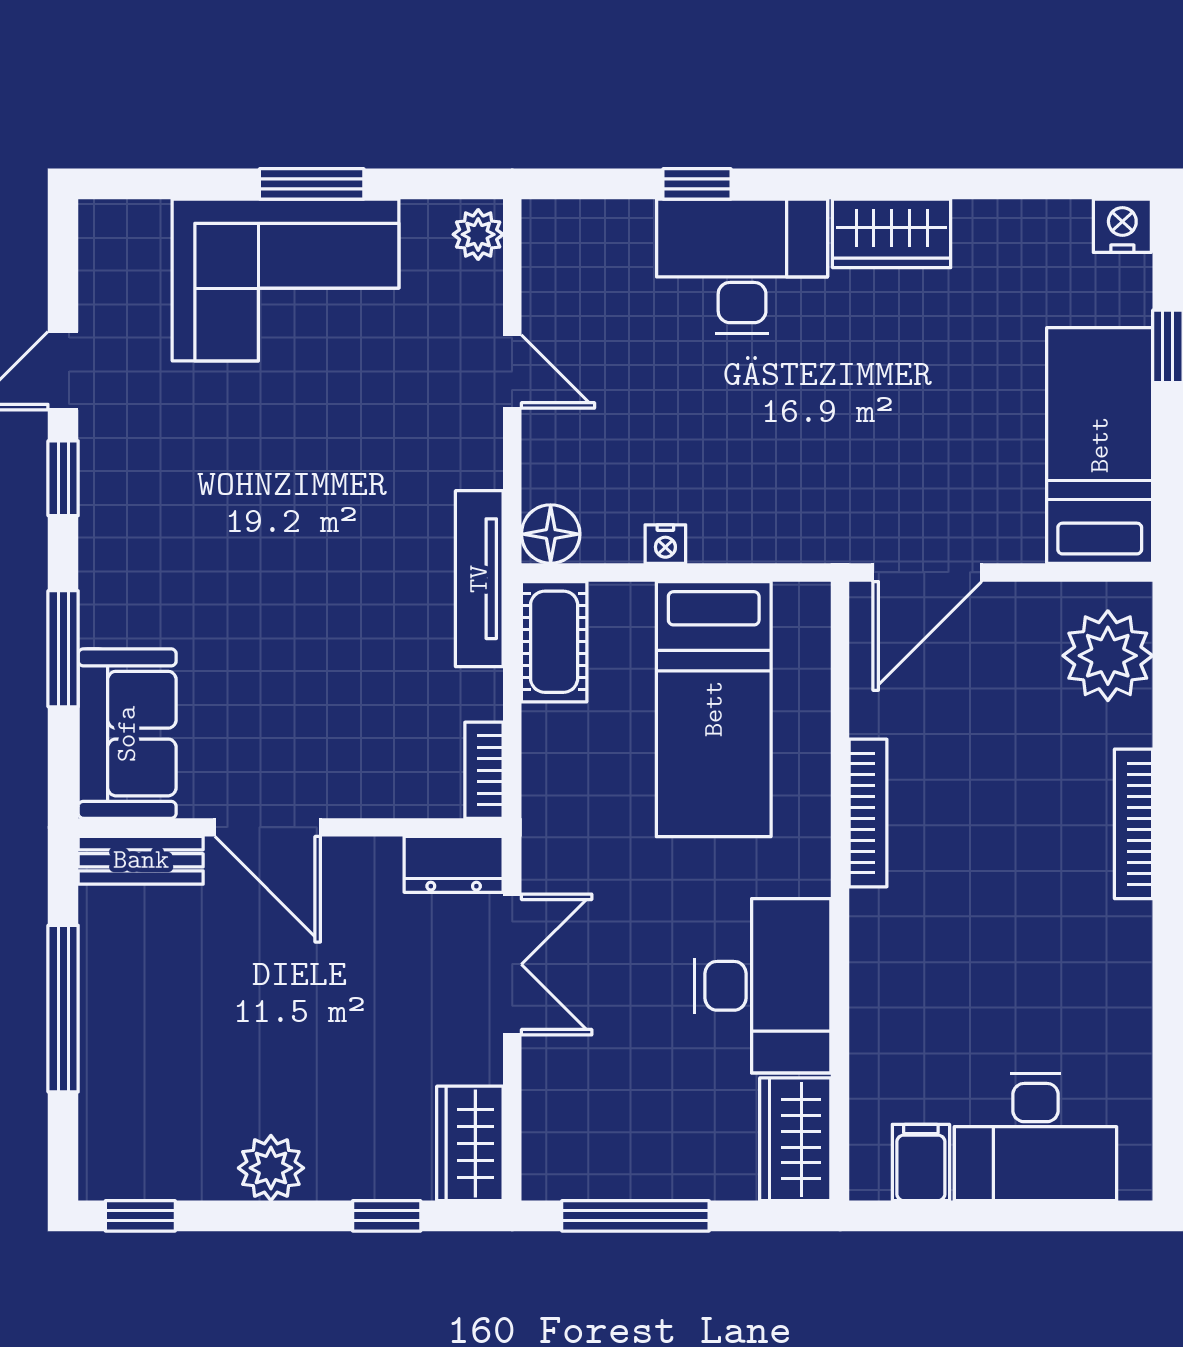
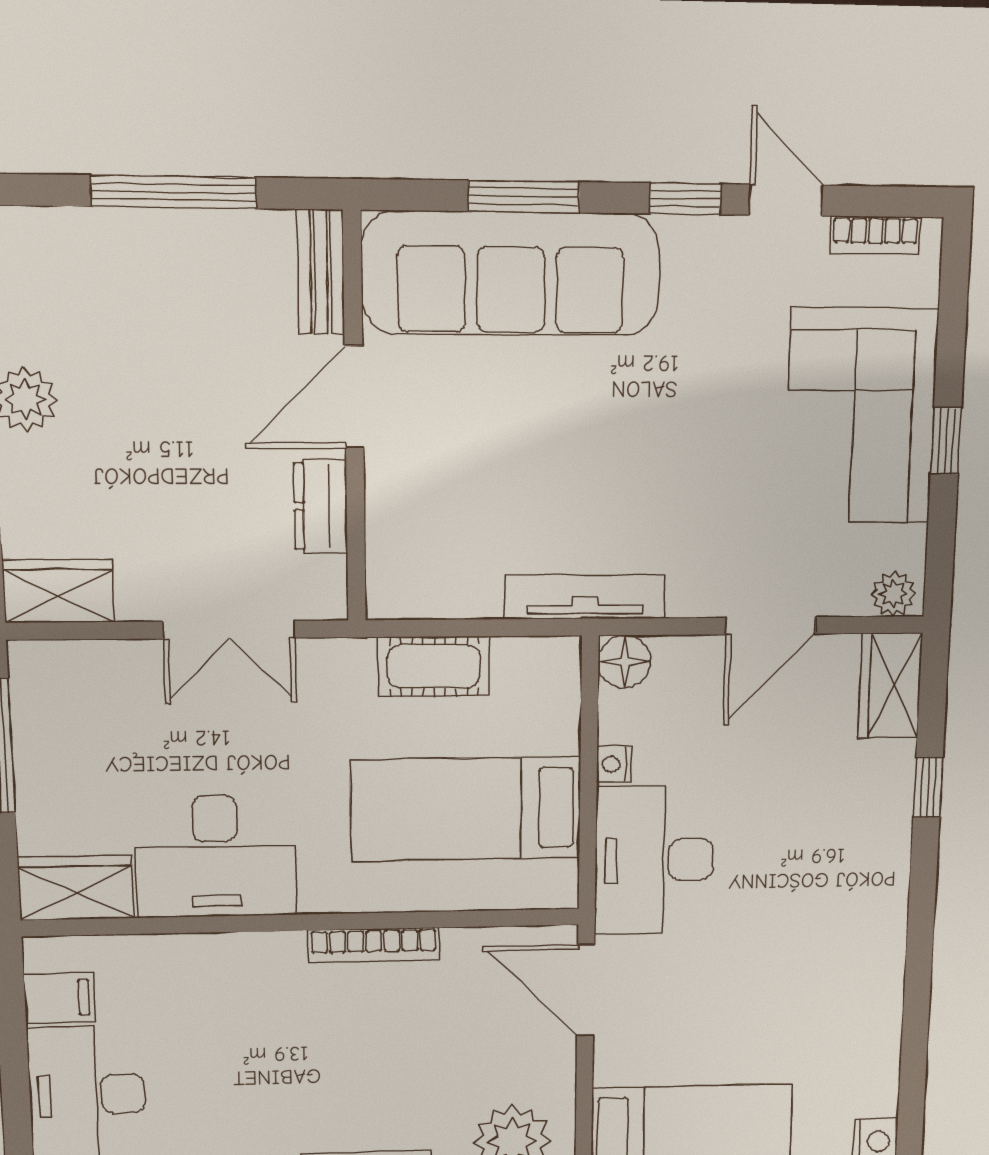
window: (312, 184) -> (946, 441), width x0.67
wardrobe: (892, 233) -> (890, 686), moved
desk: (742, 266) -> (654, 860), moved, turned 180
door: (512, 372) -> (771, 626), width x1.37
cot: (554, 642) -> (434, 666), moved
sofa: (127, 734) -> (511, 274), width x1.85, depth x1.27
bookcase: (484, 770) -> (876, 235), moved, turned 180
dresser: (454, 864) -> (321, 506), moved

